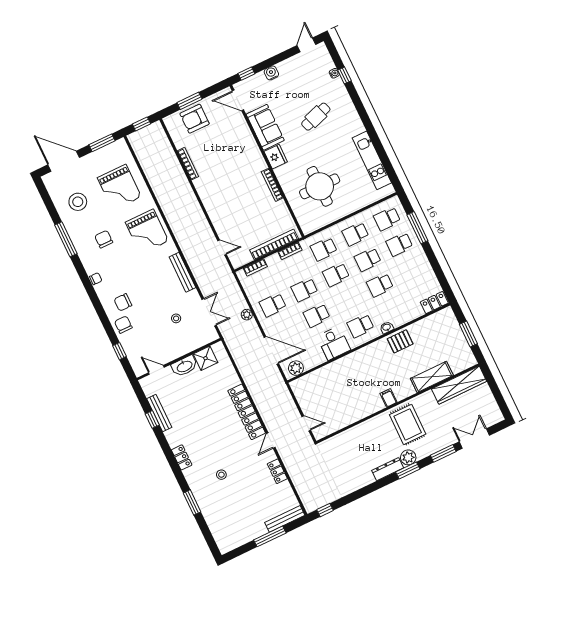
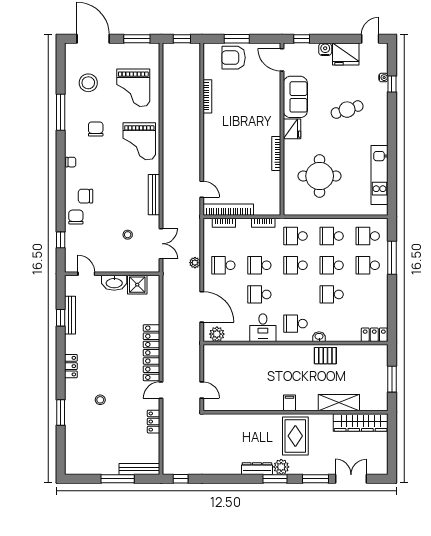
fridge: (291, 68) -> (346, 54), added
bookcase: (274, 244) -> (228, 210), moved

